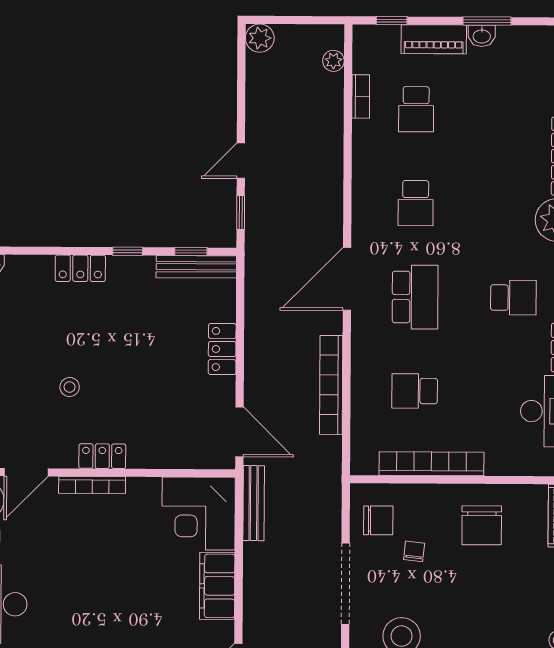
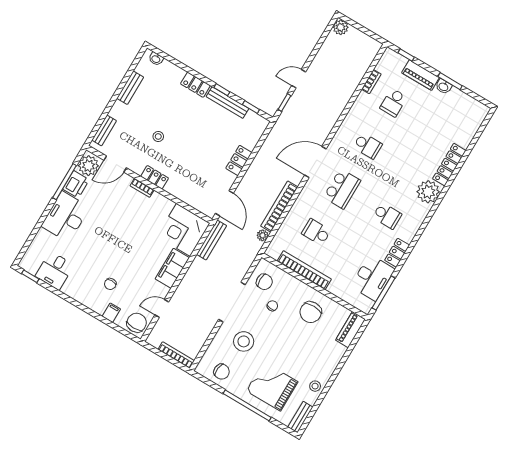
plant: (333, 61) -> (263, 235), moved
school desk: (416, 203) -> (368, 146), turned -90
bench: (196, 267) -> (227, 103), moved
bookcase: (92, 485) -> (142, 188), width x0.64

